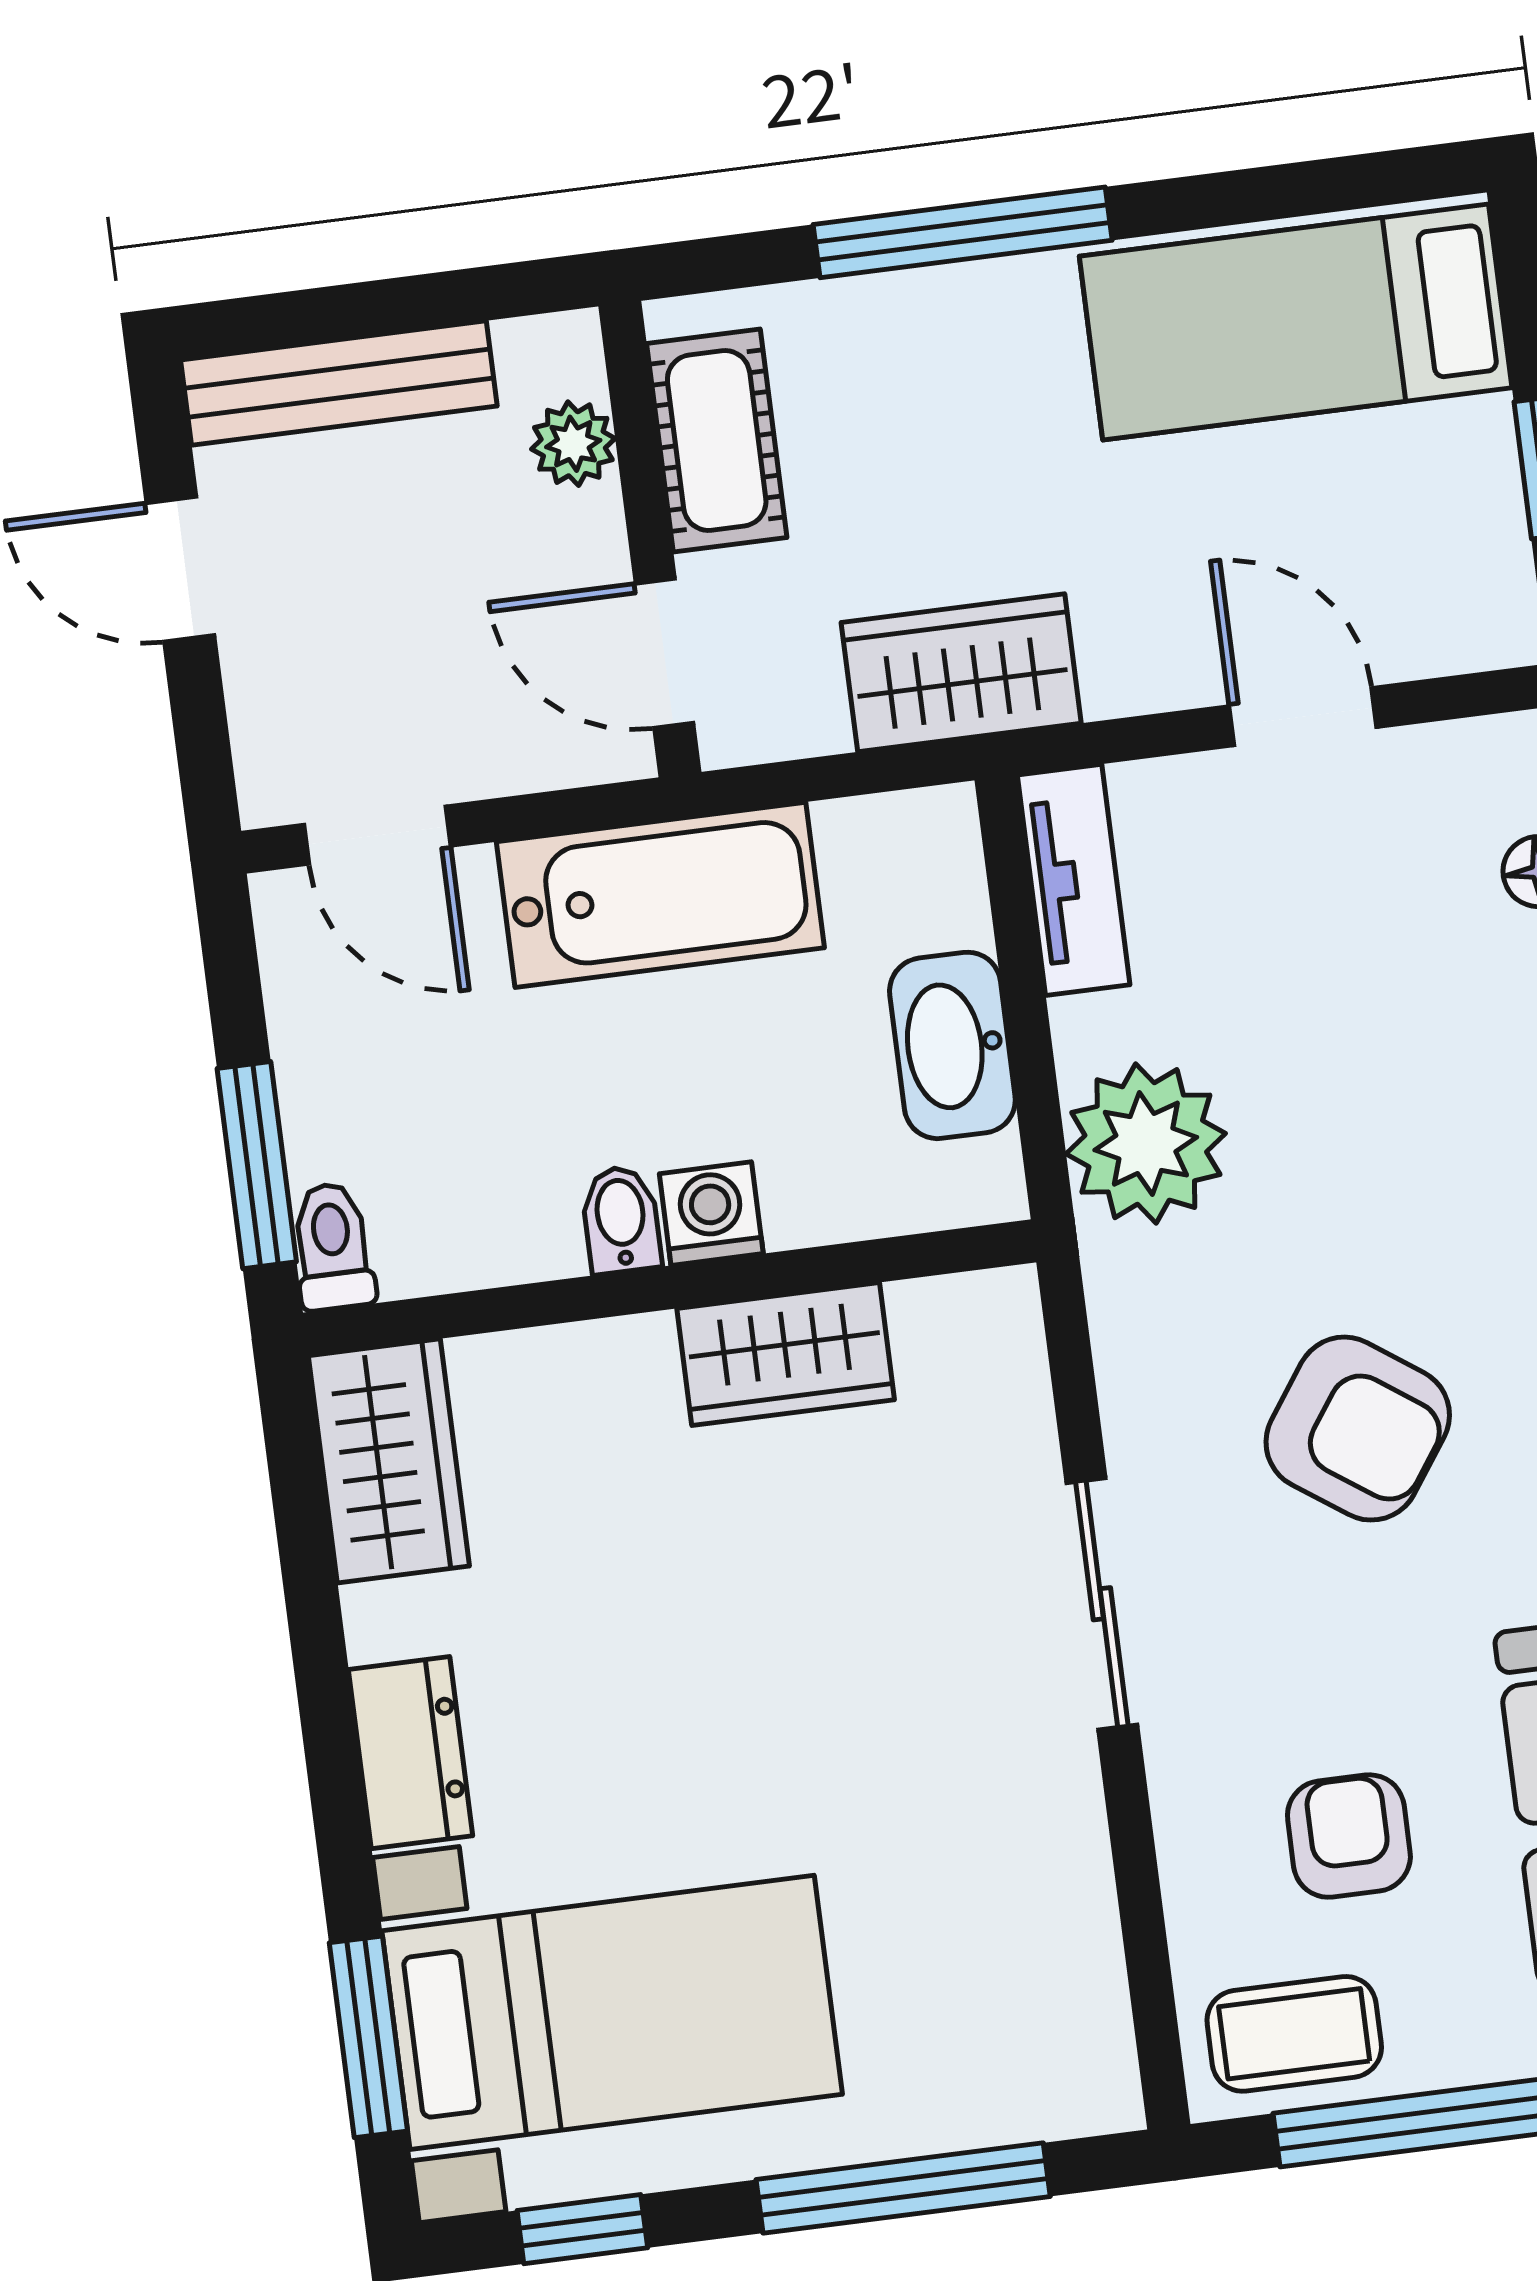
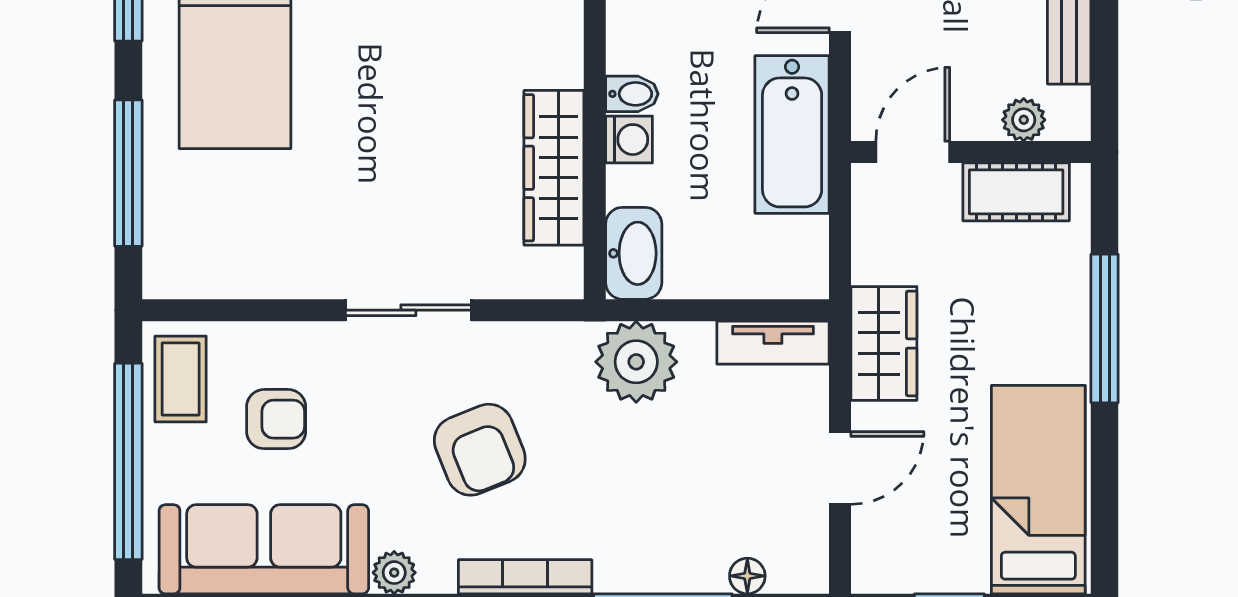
wardrobe: (961, 673) -> (884, 343), moved
washbasin: (952, 1045) -> (634, 253), moved, turned 90
wardrobe: (786, 1354) -> (554, 168), width x1.50
armchair: (1358, 1429) -> (480, 450), turned -57

